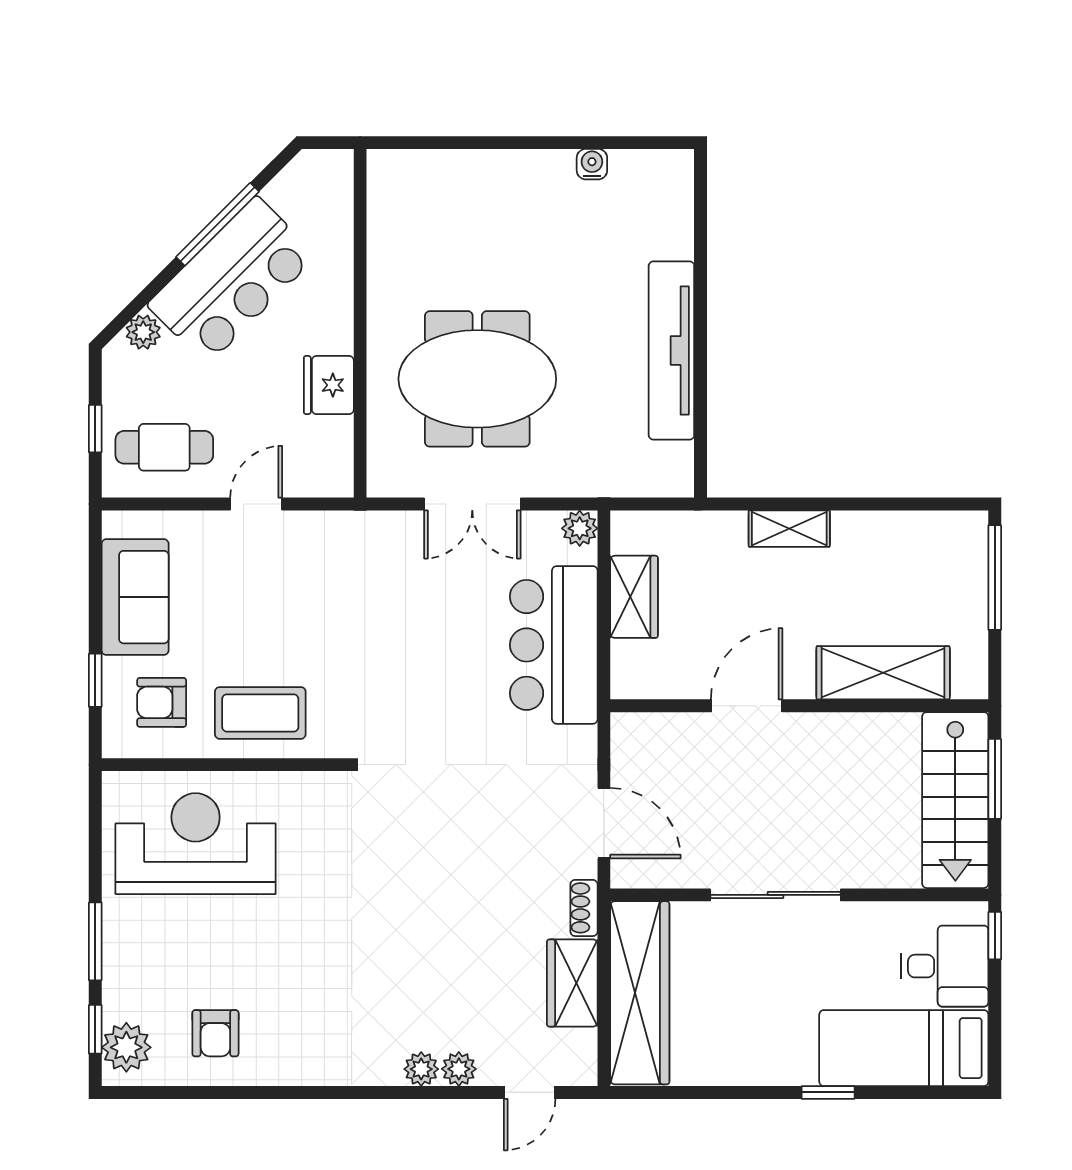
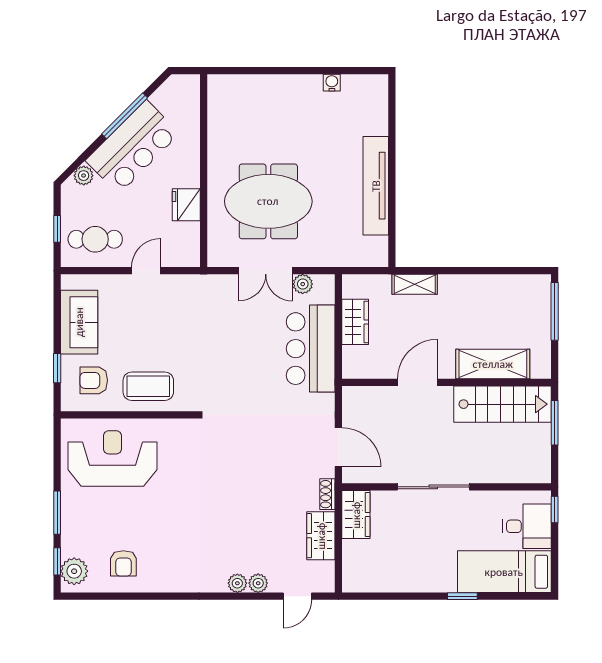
plant: (580, 528) -> (303, 284), moved
shelving: (789, 529) -> (415, 284), moved
stairs: (955, 800) -> (502, 404), moved, turned -90
wardrobe: (640, 993) -> (356, 515), width x0.48, depth x0.85

